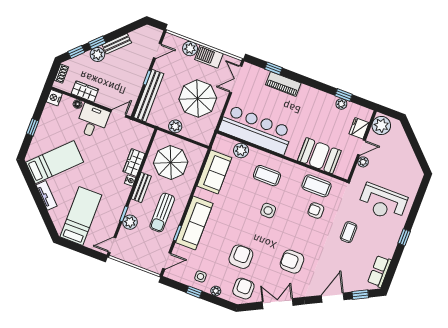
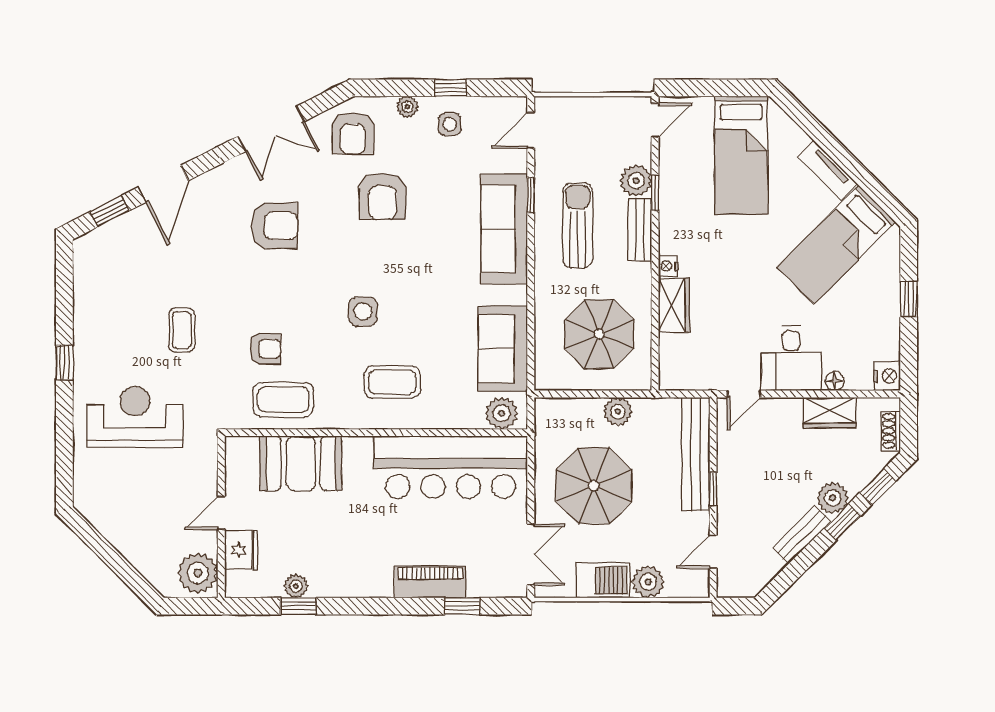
plant: (241, 151) -> (502, 413), moved
plant: (363, 162) -> (207, 485), removed
bench: (141, 187) -> (640, 230), moved
row of seats: (379, 271) -> (88, 274), removed

